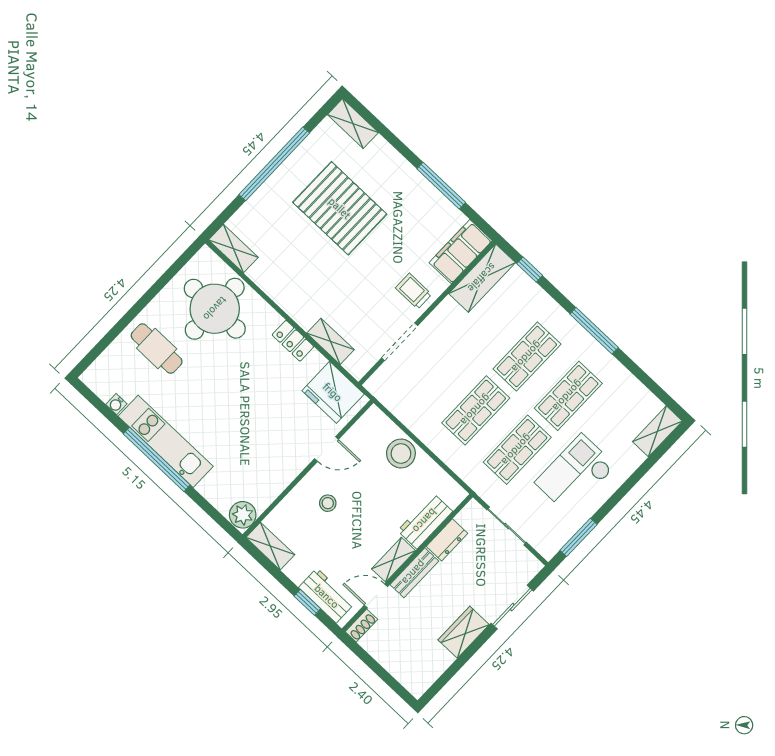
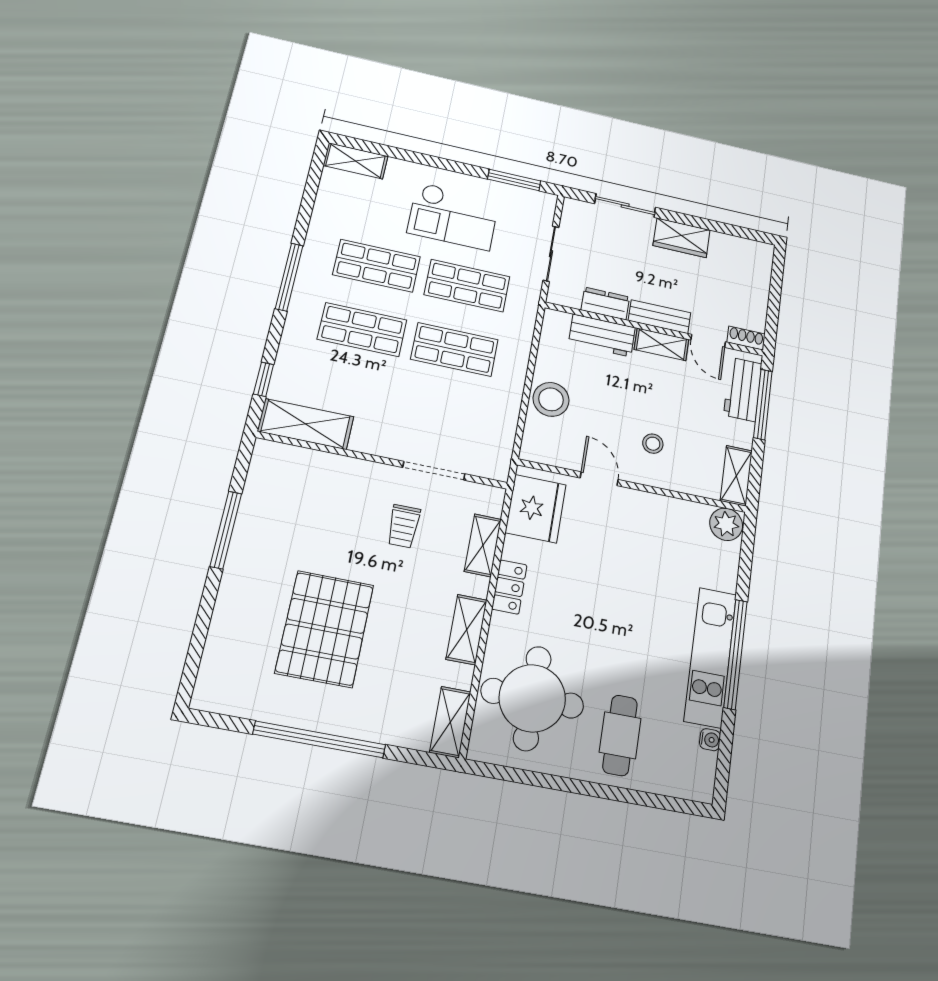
shelving: (353, 124) -> (467, 630), moved
filing cabinet: (461, 252) -> (290, 464), removed
trolley: (413, 291) -> (404, 526), moved
window: (307, 602) -> (763, 404), width x2.17

